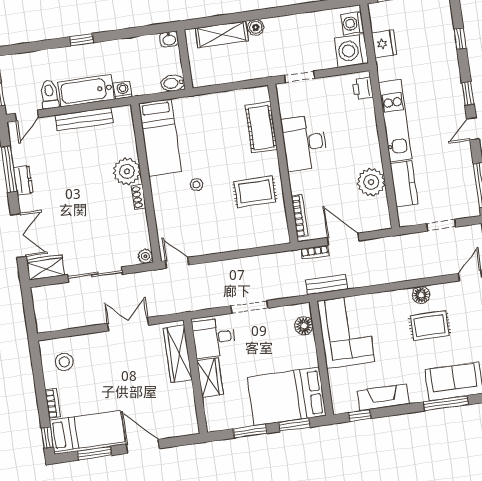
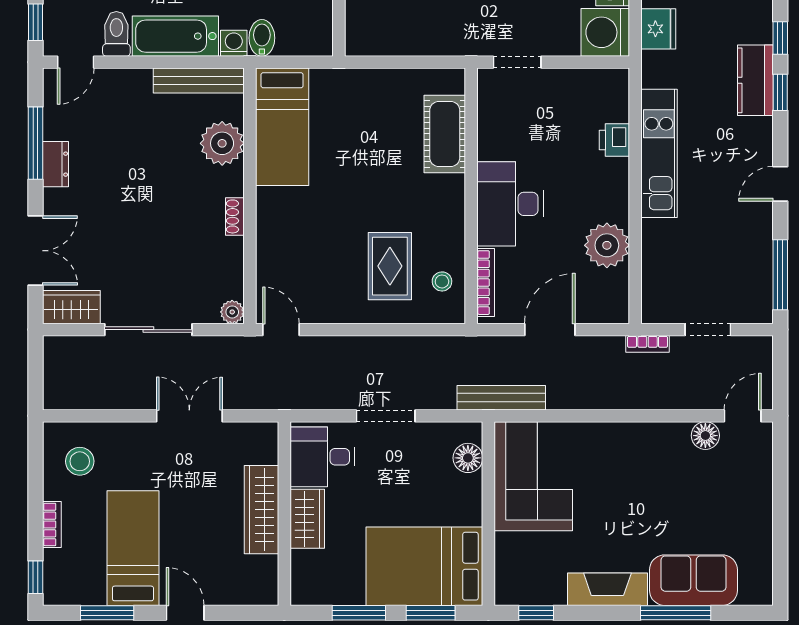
bidet: (173, 83) -> (262, 38), moved, turned 90
printer: (363, 89) -> (614, 140), moved
window: (468, 93) -> (780, 92), moved
bench: (84, 119) -> (199, 81), moved
desk: (305, 143) -> (510, 204), moved
plant: (127, 171) -> (222, 143), moved
kitchen counter: (404, 184) -> (755, 80), moved, turned 180
stool: (196, 185) -> (442, 281), moved
rug: (255, 192) -> (390, 266), moved, turned 90
door: (343, 239) -> (550, 330), hinge flipped
bookcase: (315, 252) -> (647, 344), moved
bench: (327, 285) -> (501, 398), width x1.36
floor lamp: (421, 295) -> (705, 436), moved
rug: (430, 326) -> (667, 486), removed
wardrobe: (178, 354) -> (261, 510), moved
fireplace: (383, 397) -> (607, 589), moved
bed: (87, 431) -> (133, 548), moved, turned -90
door: (143, 446) -> (185, 613), width x0.73

